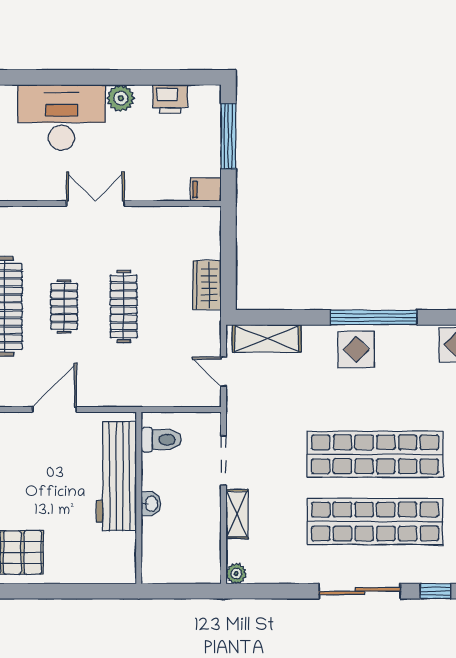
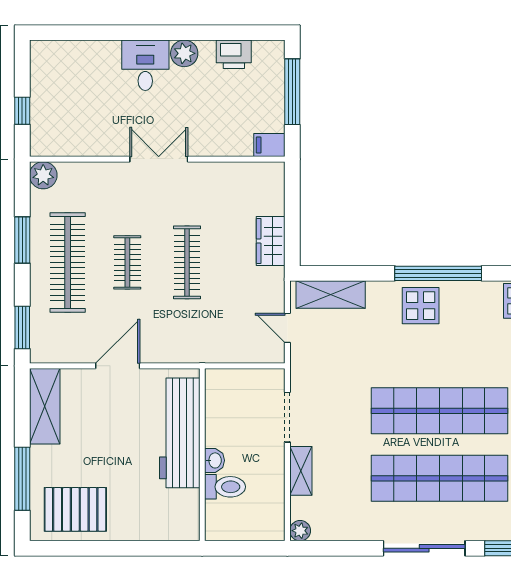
desk: (62, 118) -> (145, 65), width x0.53, depth x0.77
toilet: (161, 440) -> (225, 487), moved

